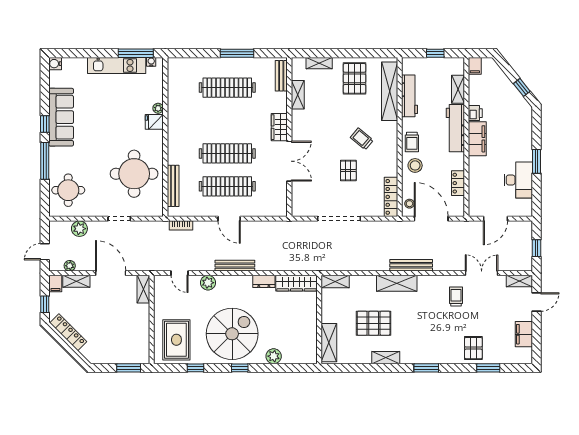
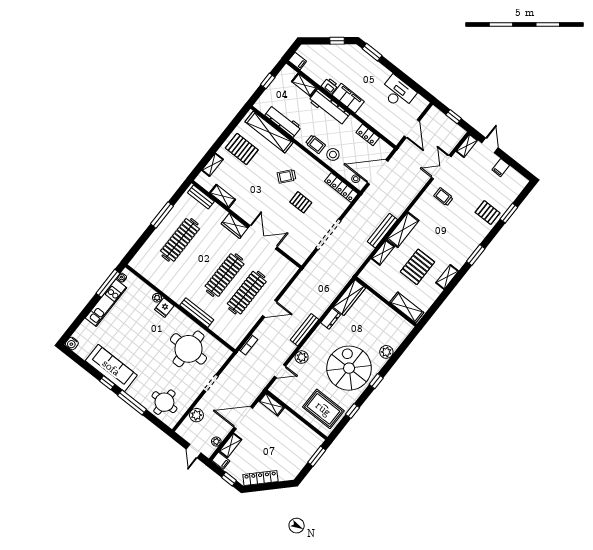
window: (536, 161) -> (372, 52), moved
bench: (173, 186) -> (197, 313), moved
bench: (411, 265) -> (382, 231), moved
shelving: (335, 282) -> (383, 253), moved
filing cabinet: (524, 334) -> (501, 168), width x0.50

